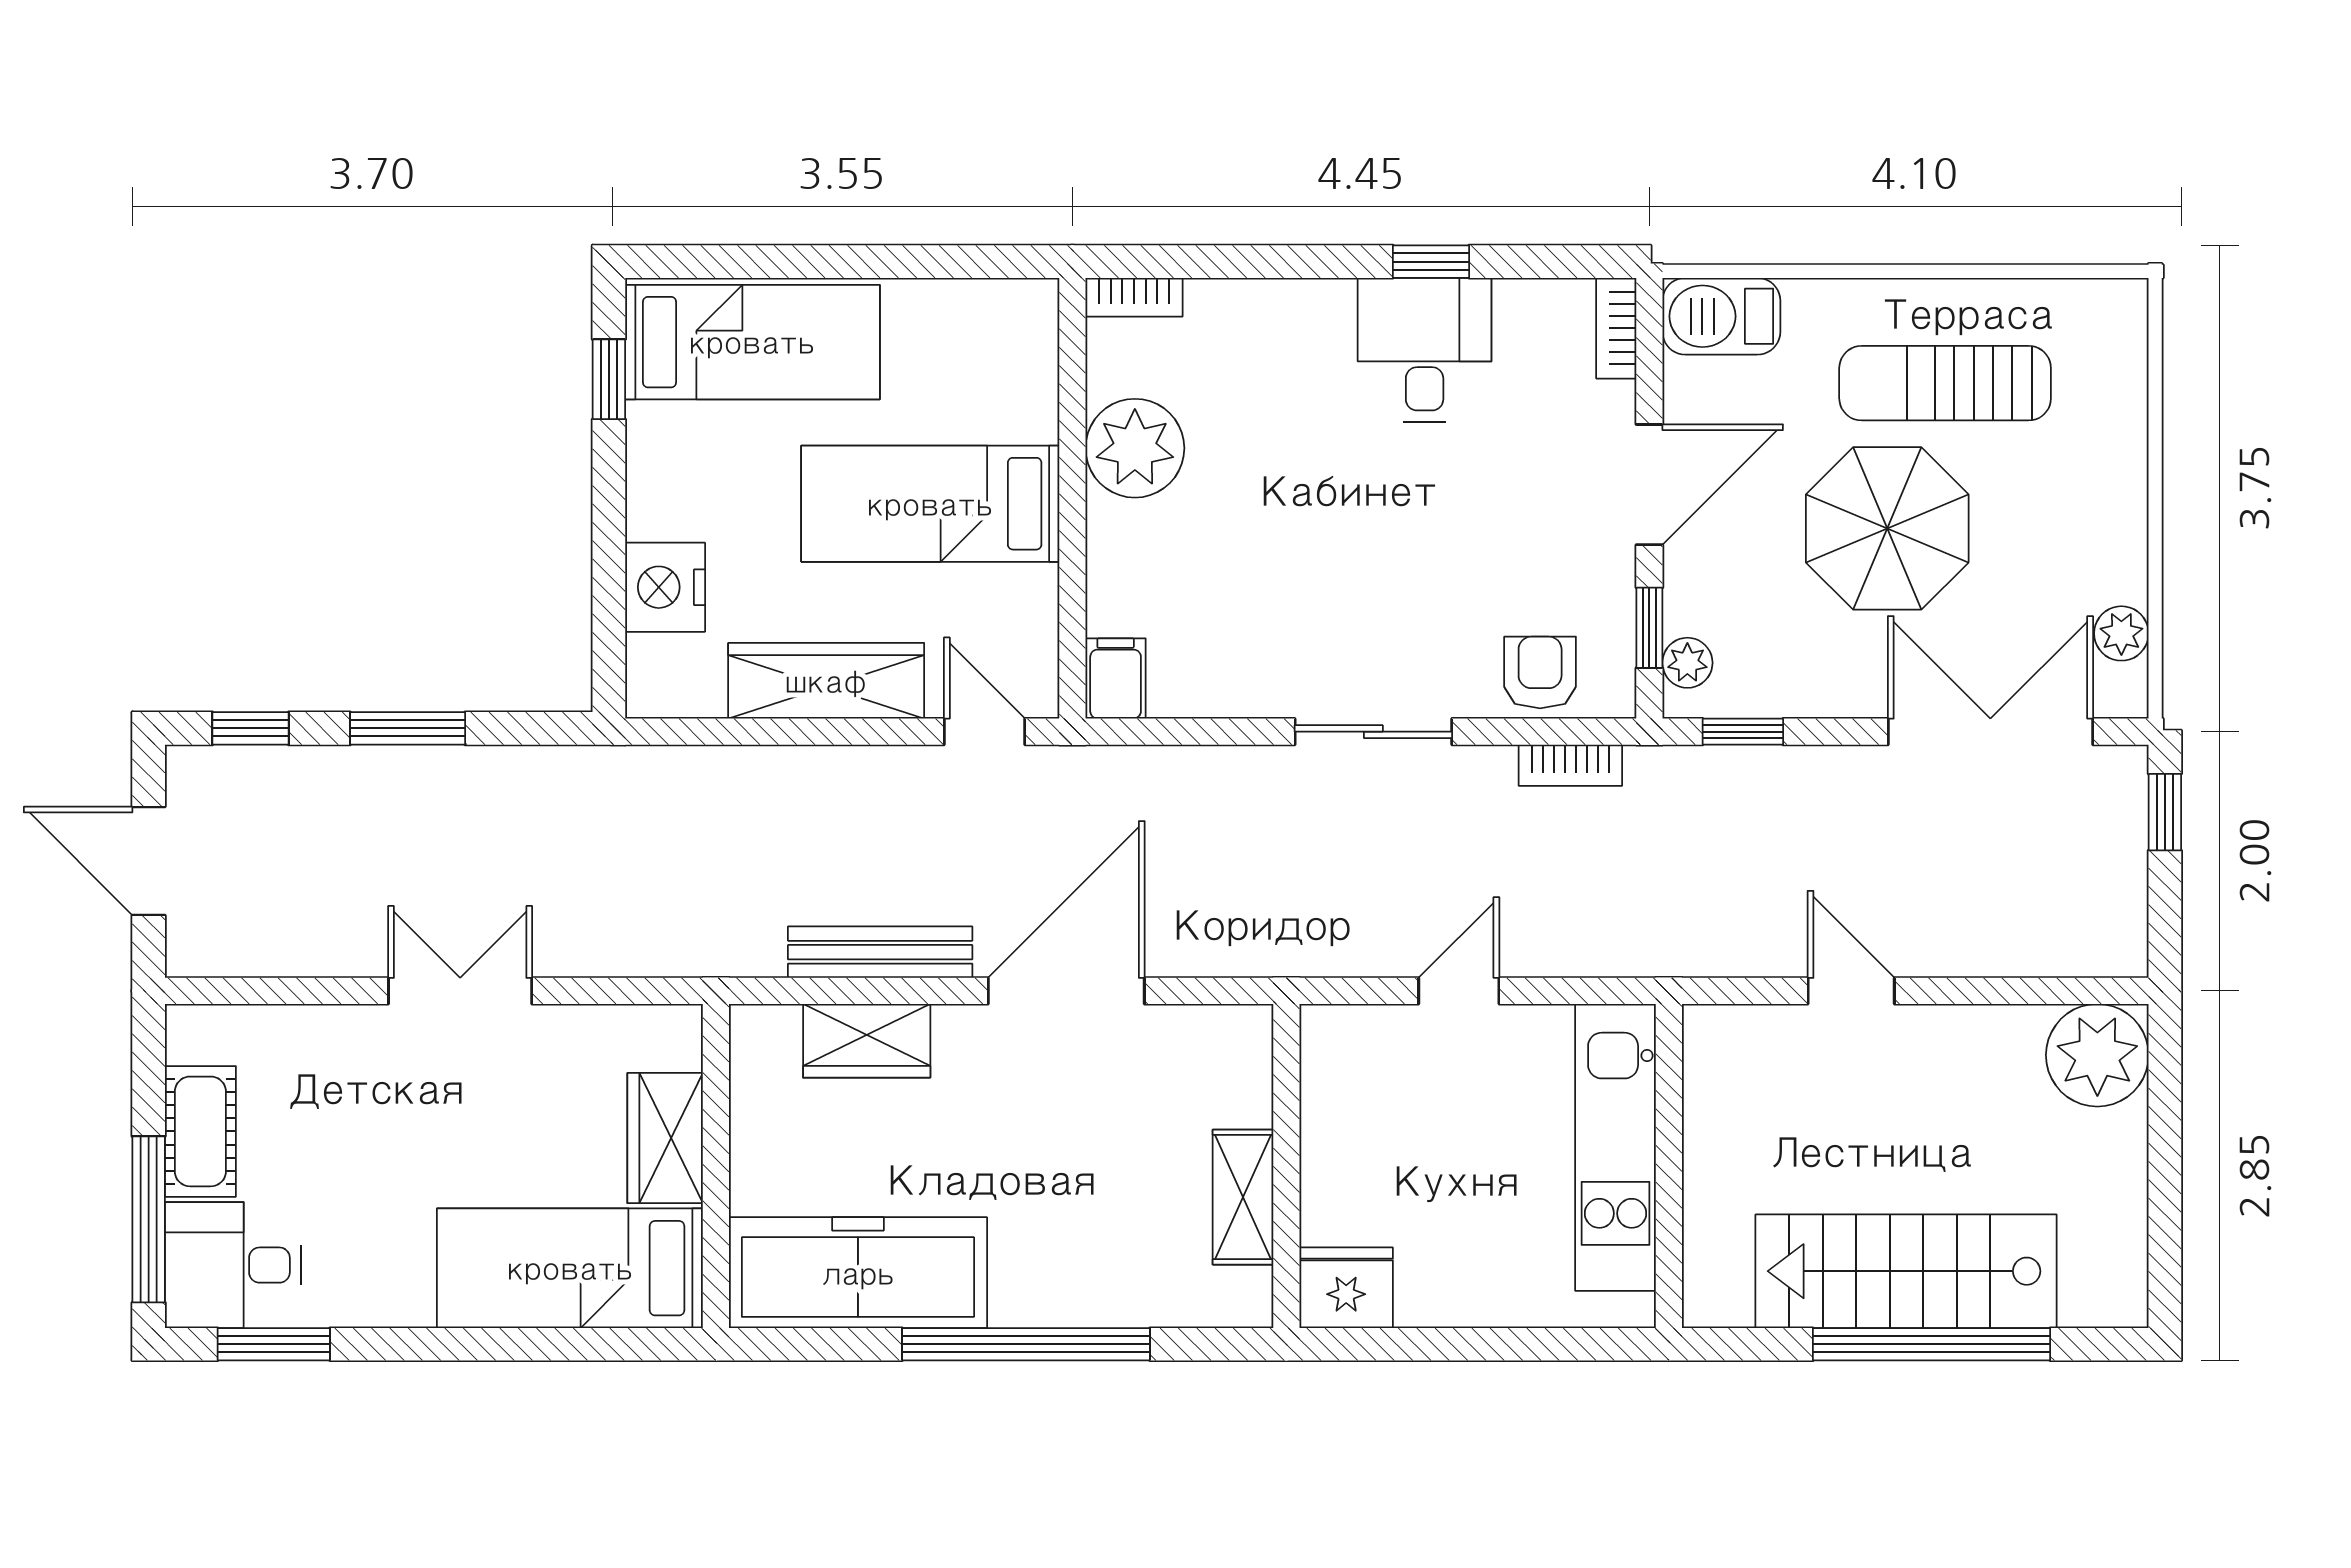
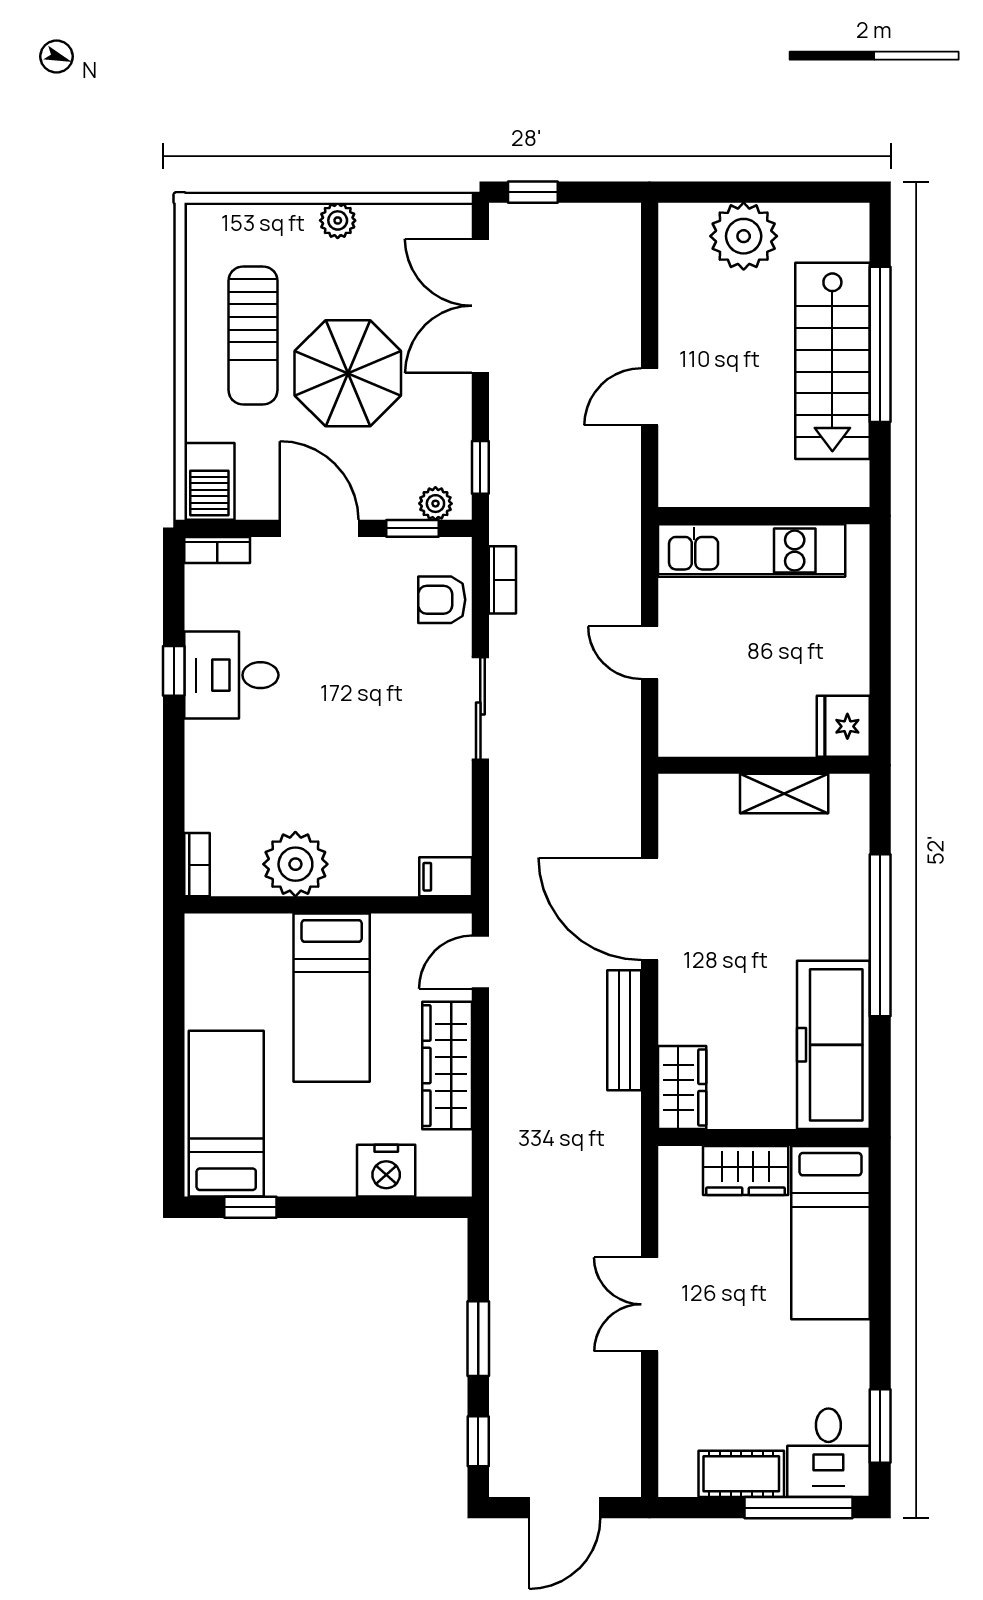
plant: (2121, 633) -> (338, 220), moved
wardrobe: (867, 1041) -> (682, 1087), moved
plant: (2097, 1055) -> (744, 236), moved

